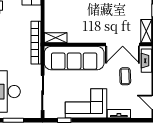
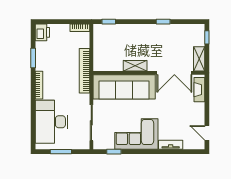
shelving: (56, 38) -> (135, 66), moved
coffee table: (125, 76) -> (177, 106), removed

